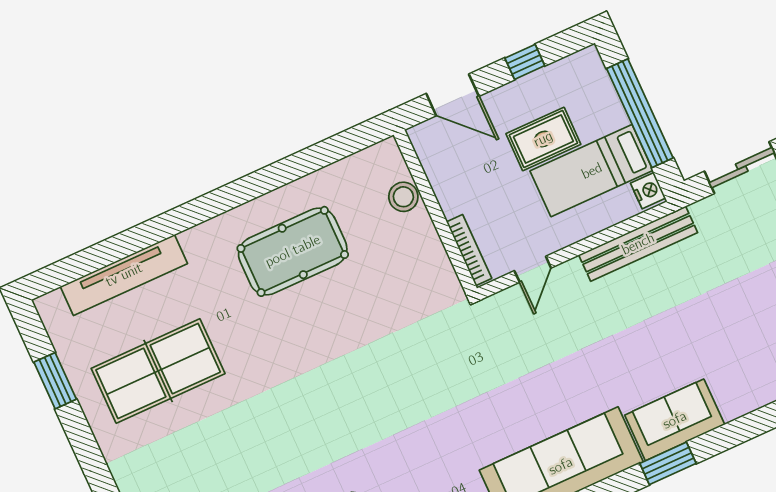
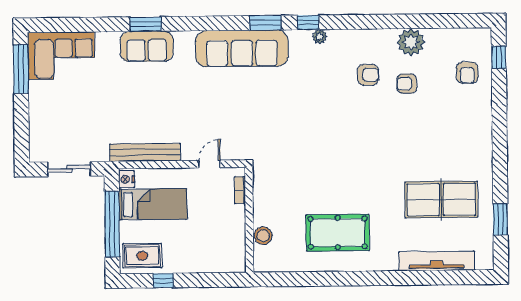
door: (453, 95) -> (211, 280), removed
rug: (543, 139) -> (142, 256), moved
bookcase: (469, 250) -> (240, 190), width x0.64
sofa: (675, 420) -> (147, 46), moved
window: (668, 463) -> (146, 24), moved

